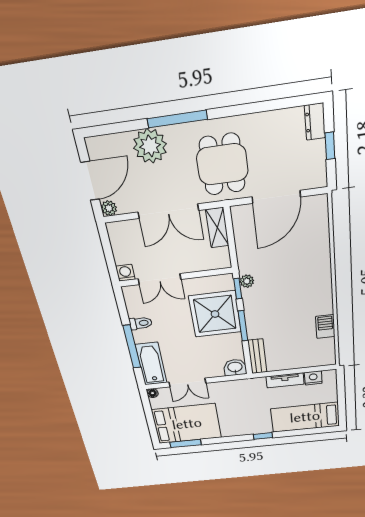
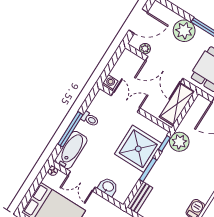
plant: (109, 208) -> (145, 49), moved
shelving: (217, 228) -> (177, 104), width x1.50, depth x1.33
double door: (159, 279) -> (126, 102), swing flipped
plant: (247, 281) -> (179, 142), width x1.87, depth x1.87
washbasin: (235, 367) -> (108, 187), moved

